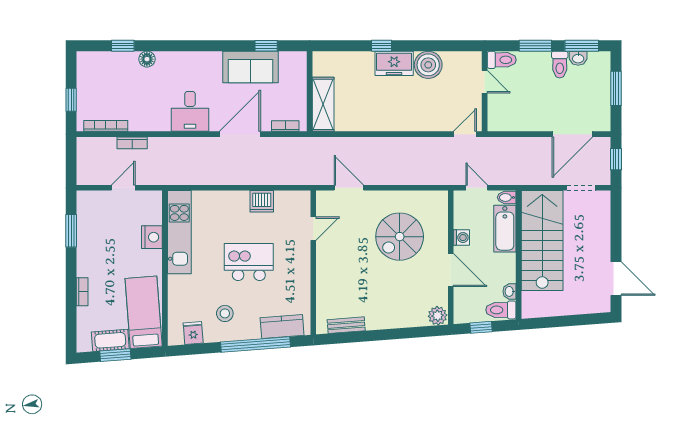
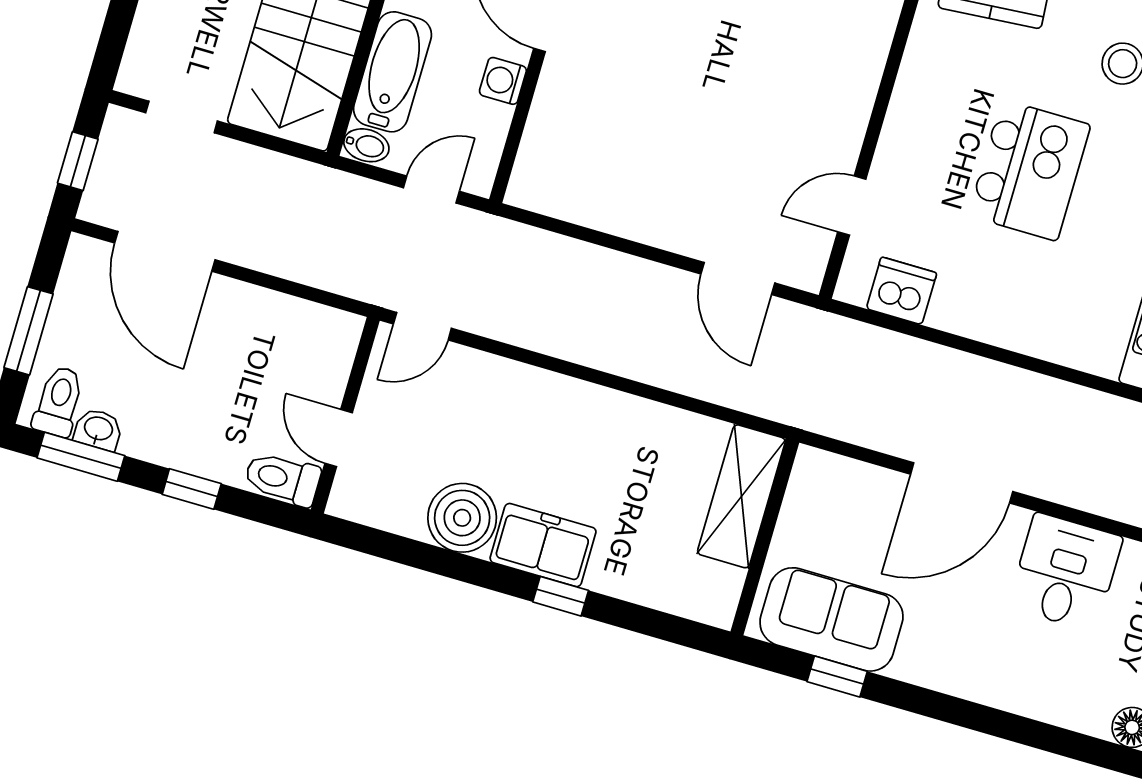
window: (535, 46) -> (192, 489), width x0.67
toilet: (560, 65) -> (59, 401), moved
sofa: (251, 67) -> (831, 619), moved
bookcase: (285, 126) -> (847, 471), removed
door: (572, 134) -> (165, 251), swing flipped
door: (477, 188) -> (431, 189), swing flipped
dishwasher: (262, 201) -> (901, 291), moved
spiral stairs: (400, 237) -> (650, 126), removed
kitchen island: (249, 262) -> (1029, 170), turned -90

